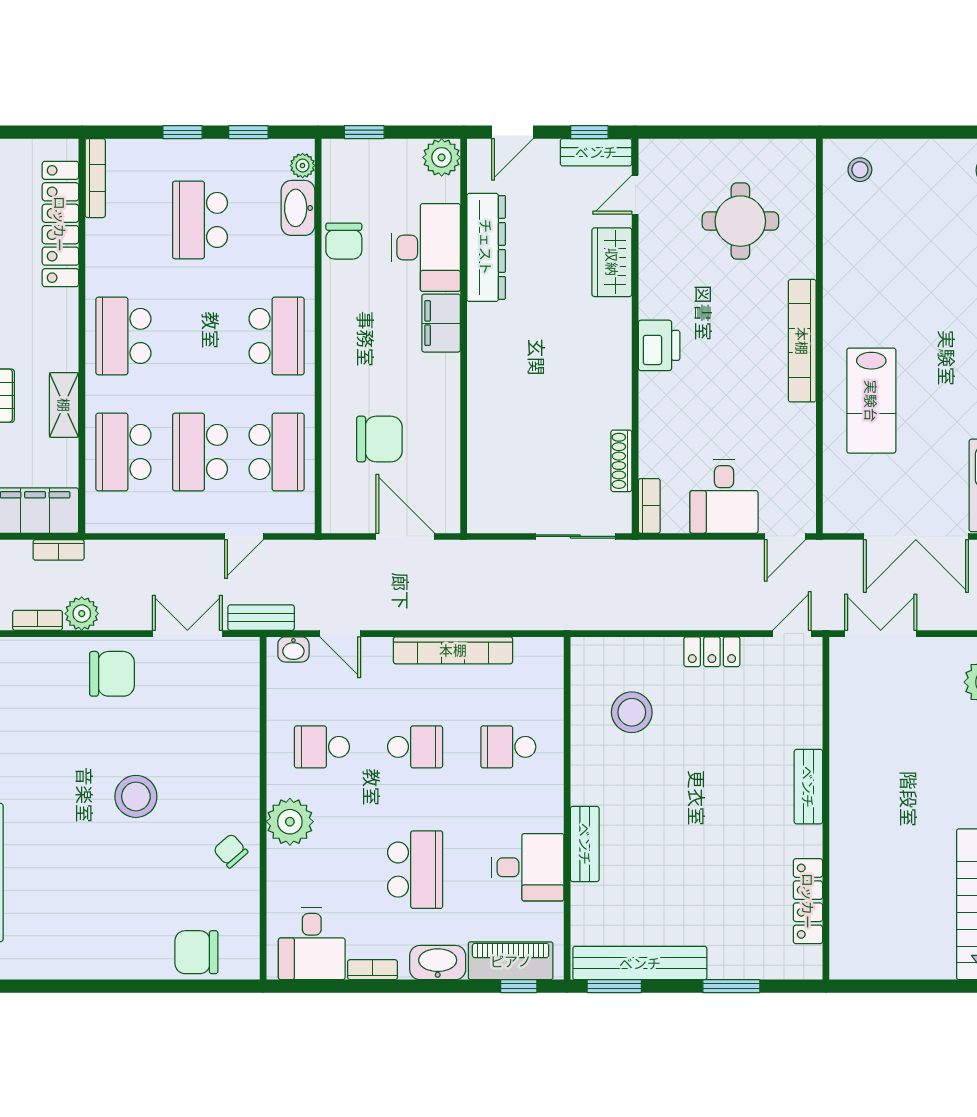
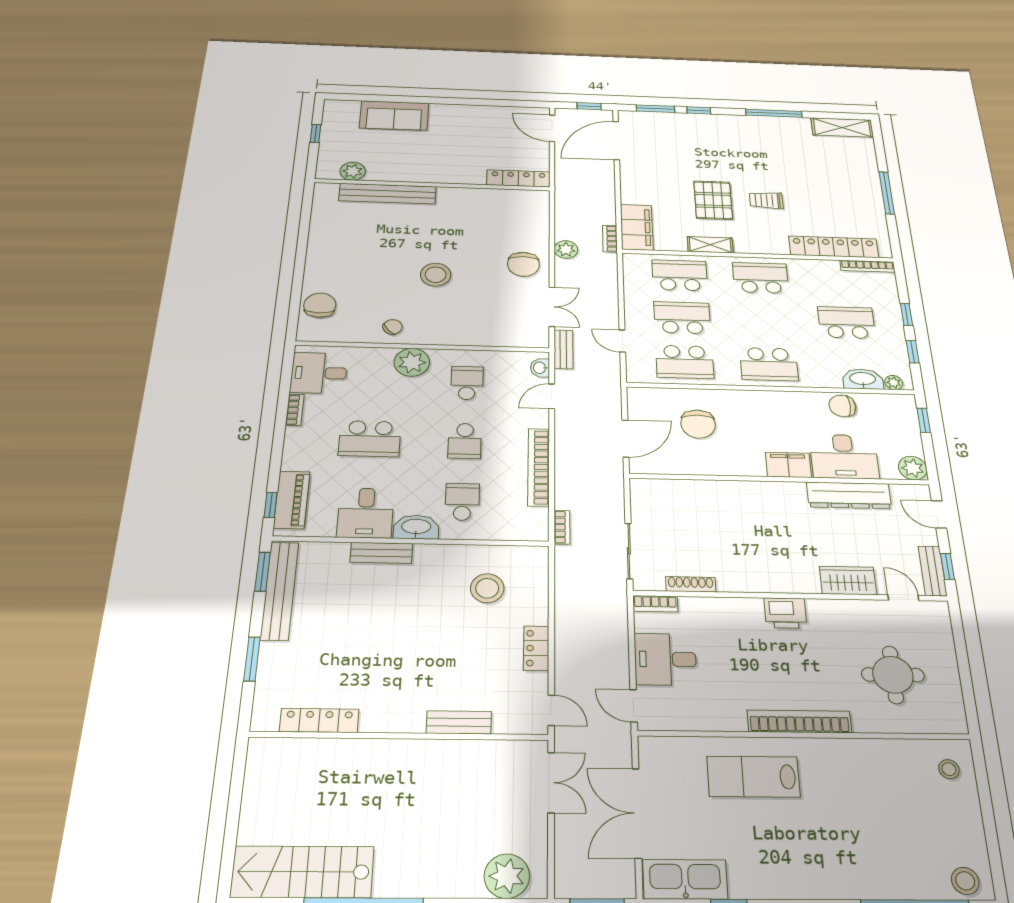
bookcase: (38, 620) -> (562, 527), moved
bench: (808, 787) -> (459, 722), moved
washbasin: (438, 963) -> (416, 527), moved, turned -90

